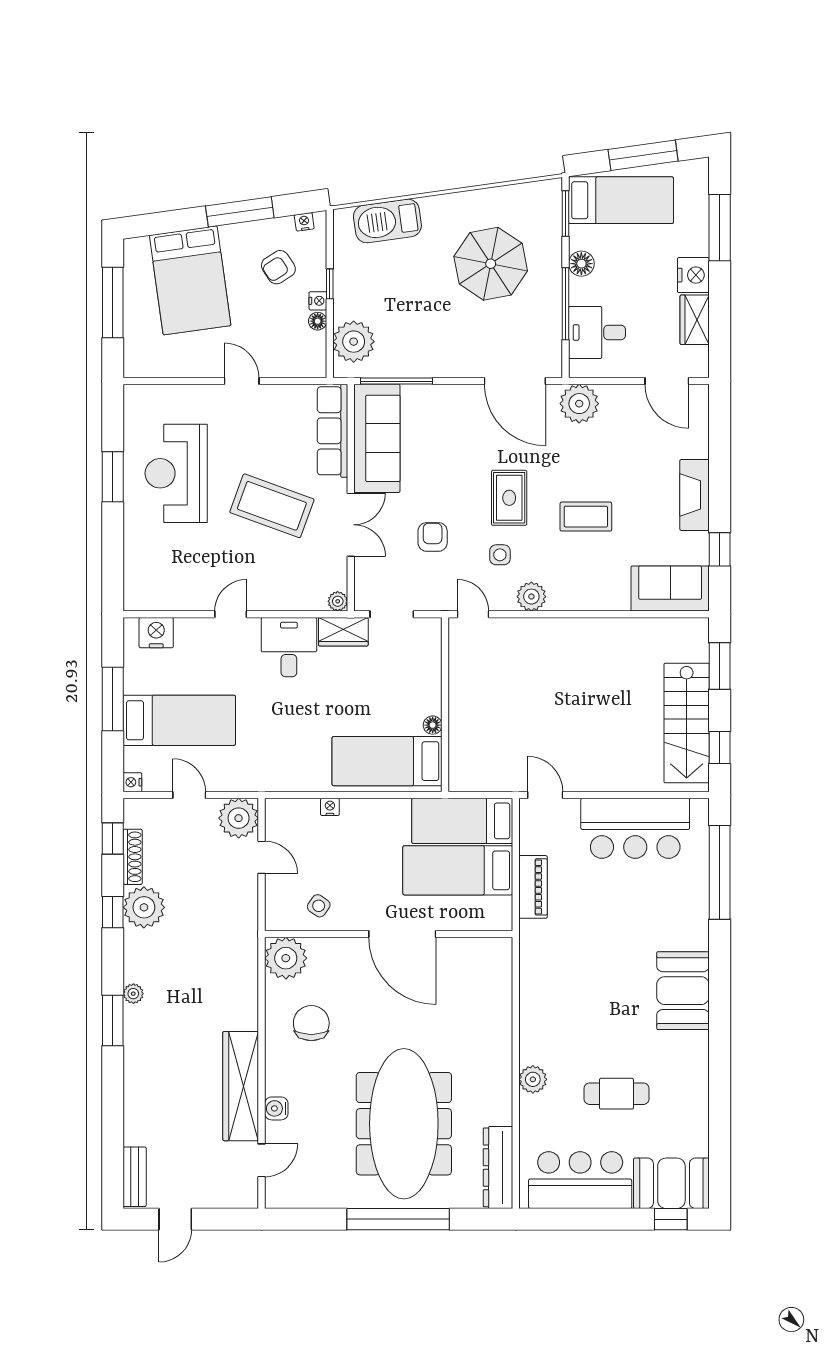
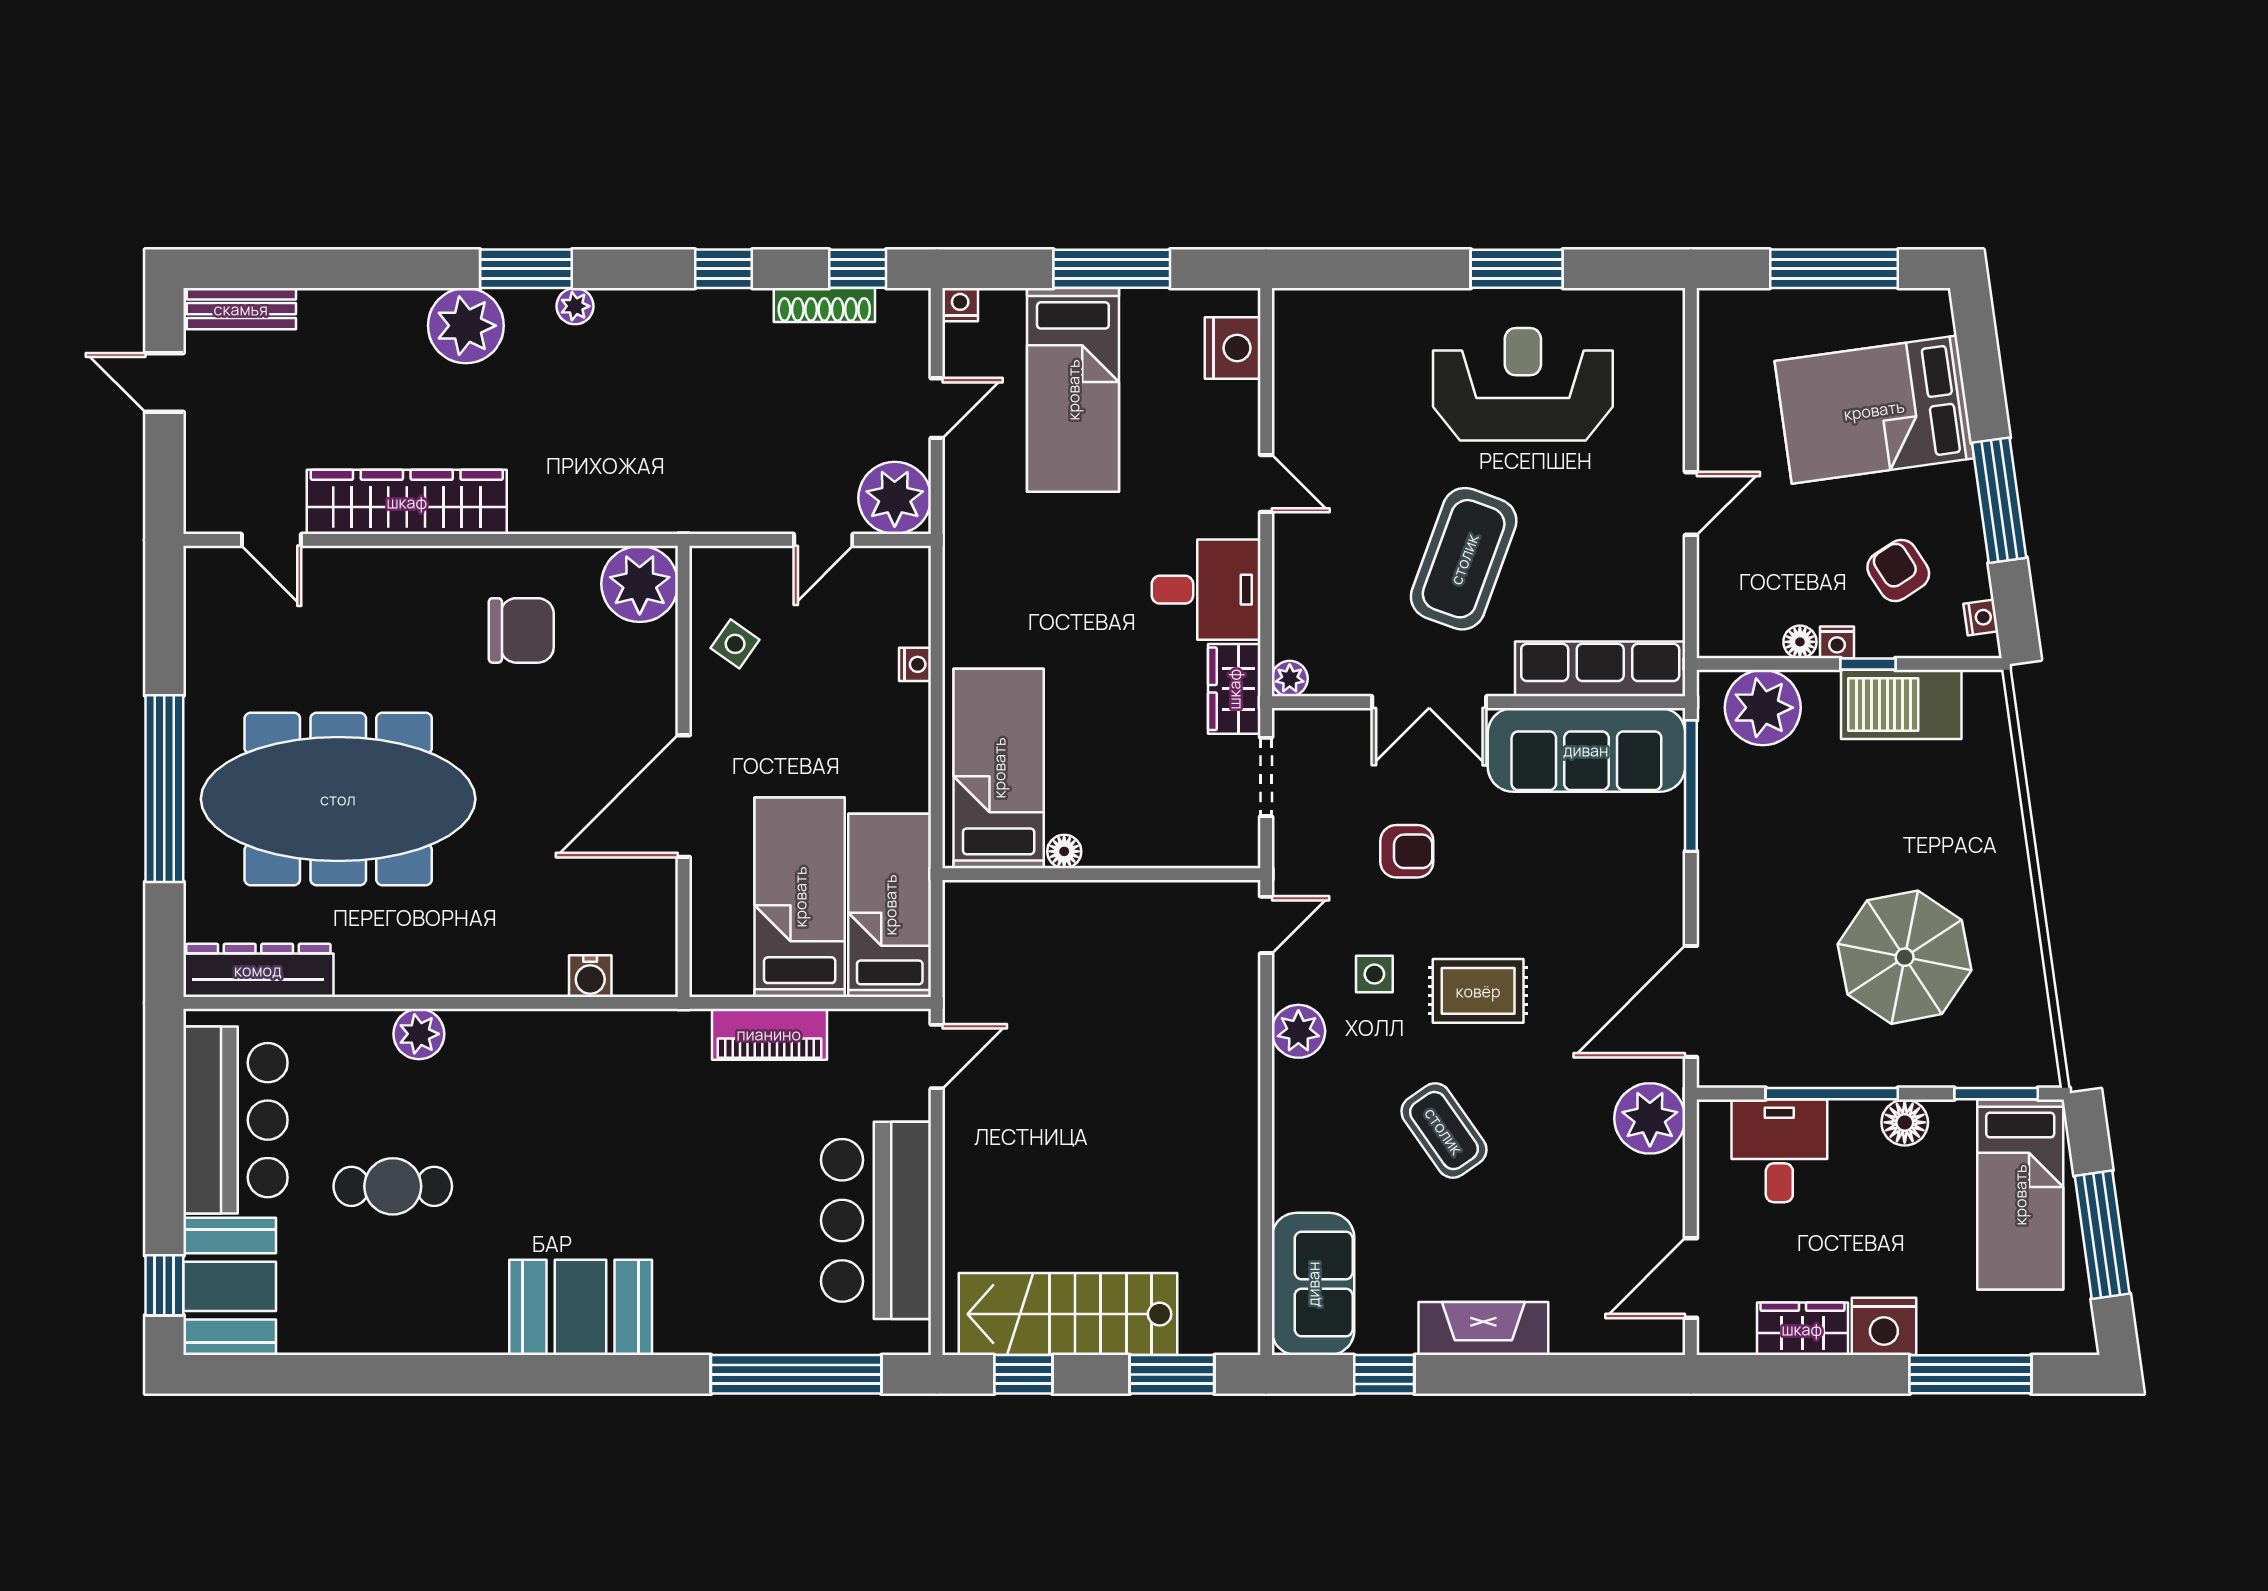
barbecue: (387, 221) -> (1901, 704), moved, turned -82
coffee table: (586, 517) -> (1444, 1131), turned -35
plant: (144, 907) -> (466, 326), moved
cafe table: (616, 1094) -> (393, 1186), turned 90
water cooler: (276, 1108) -> (590, 976), moved, turned 180

